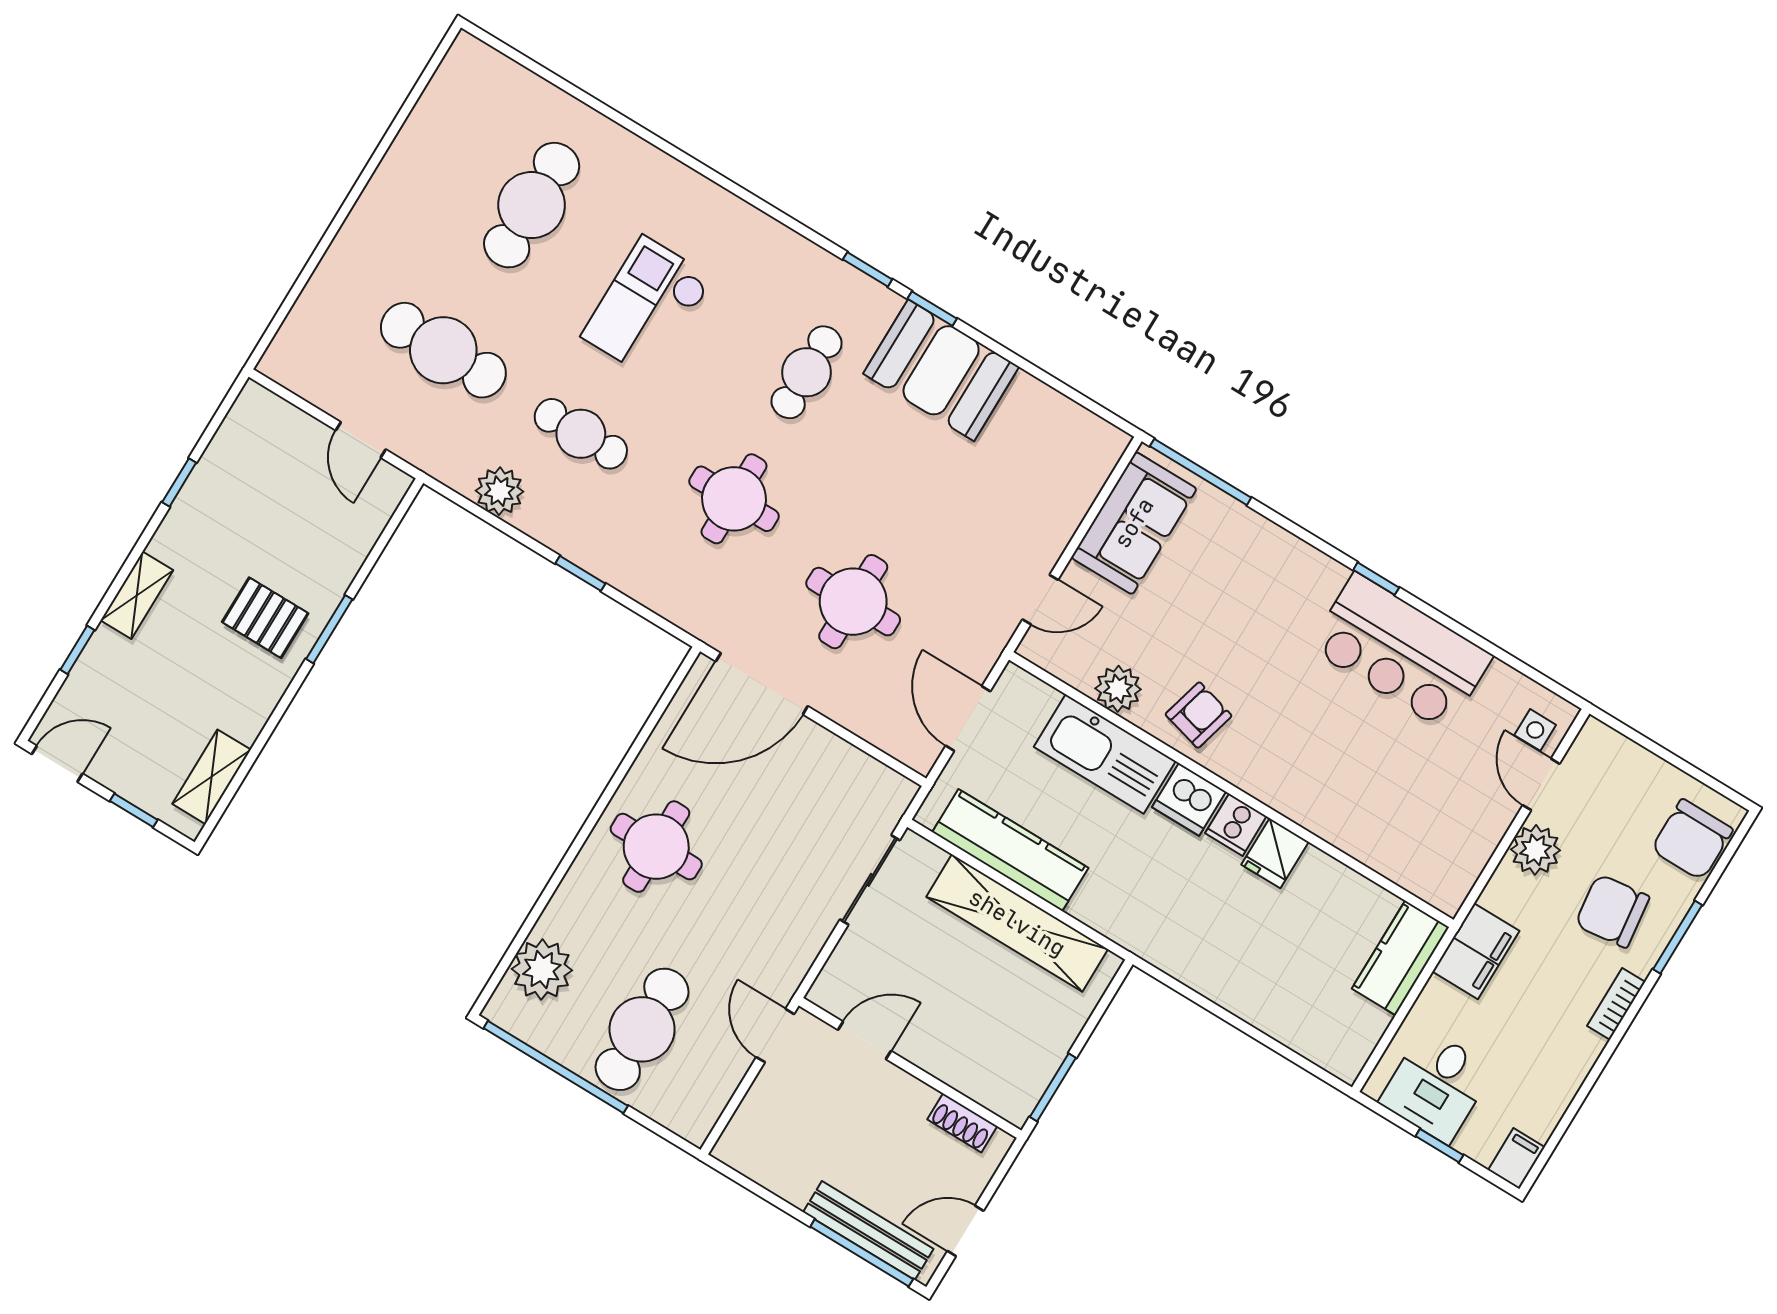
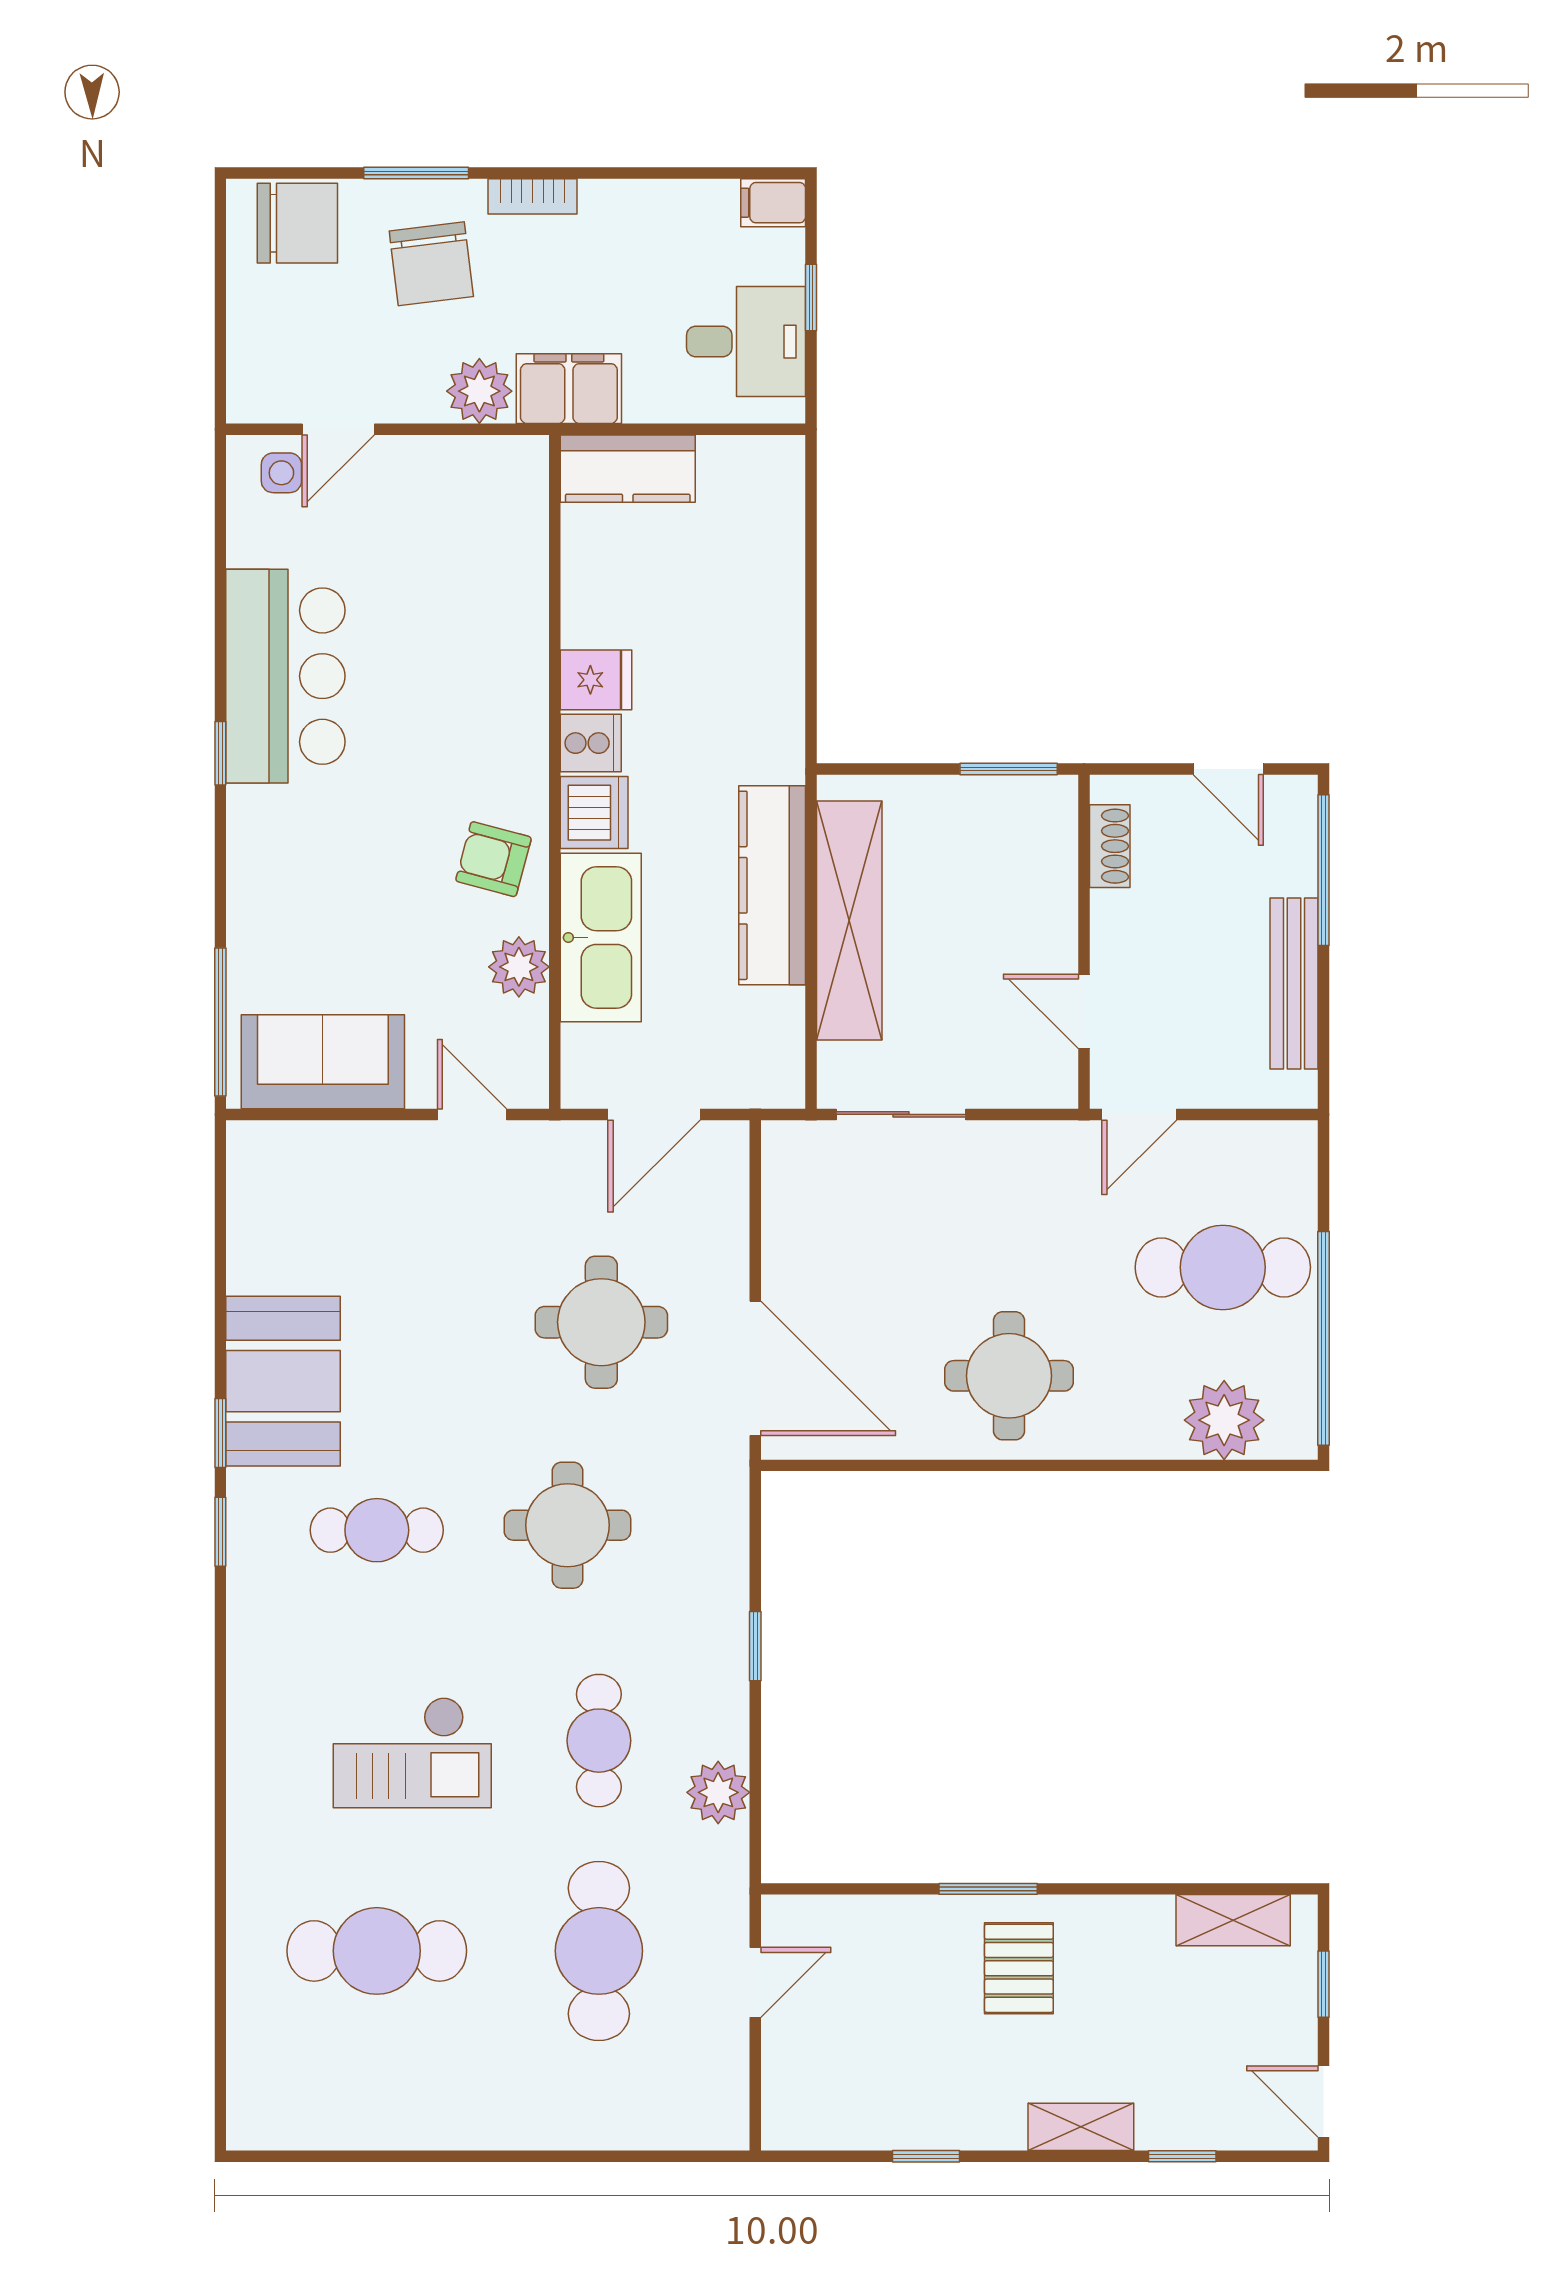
kitchen counter: (1010, 850) -> (772, 885), moved
plant: (1535, 850) -> (479, 391), moved
bench: (868, 1231) -> (1294, 983), moved

